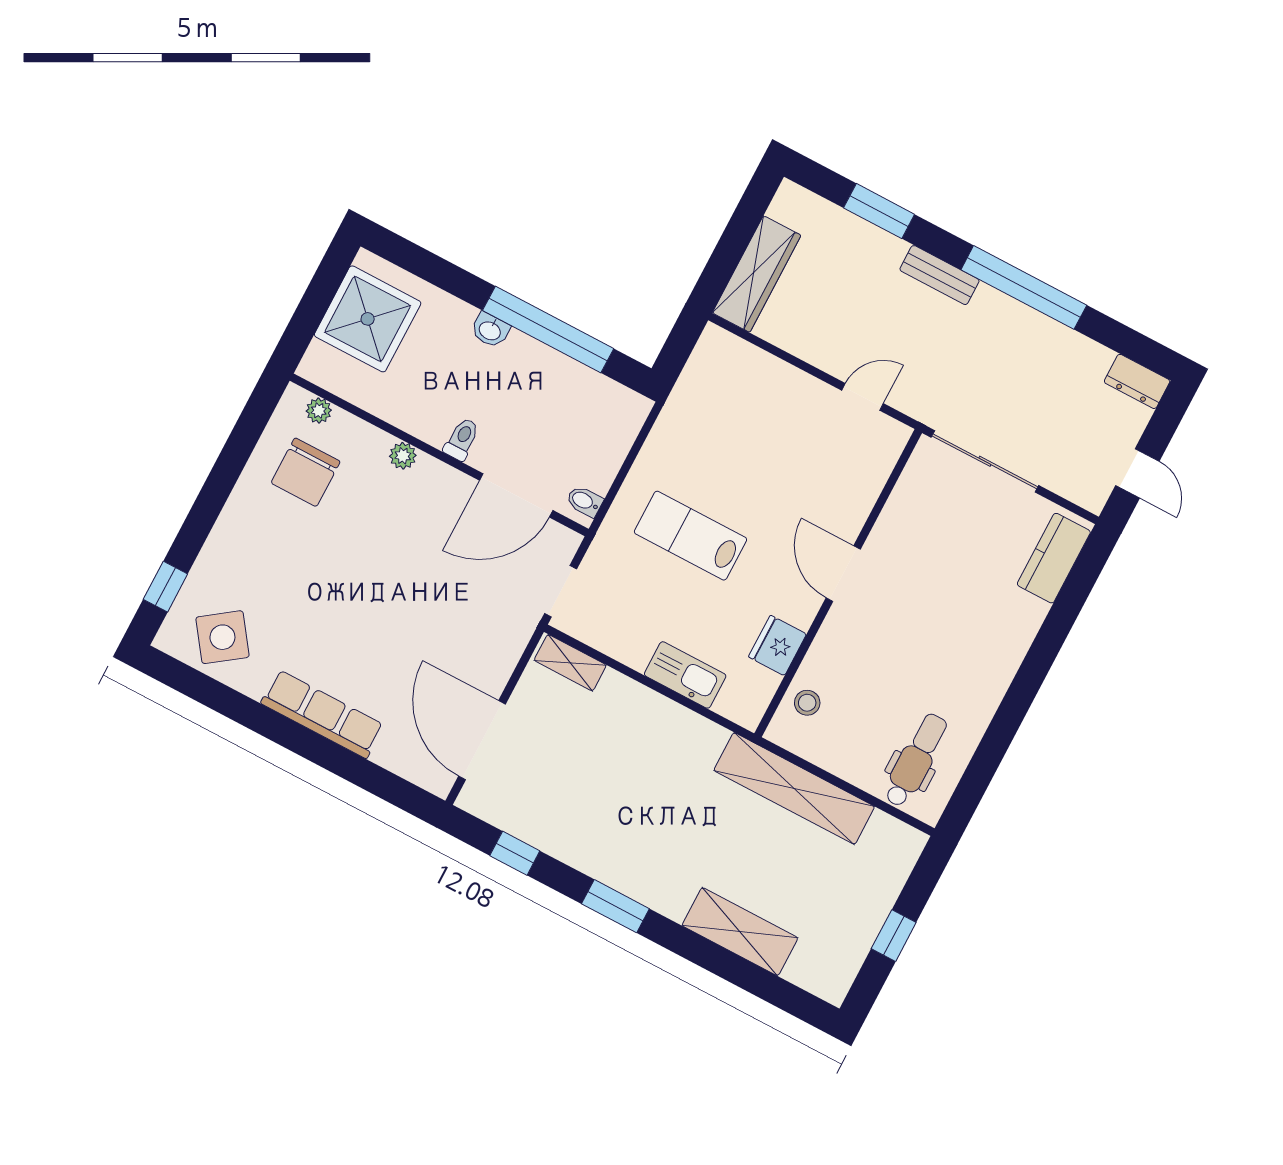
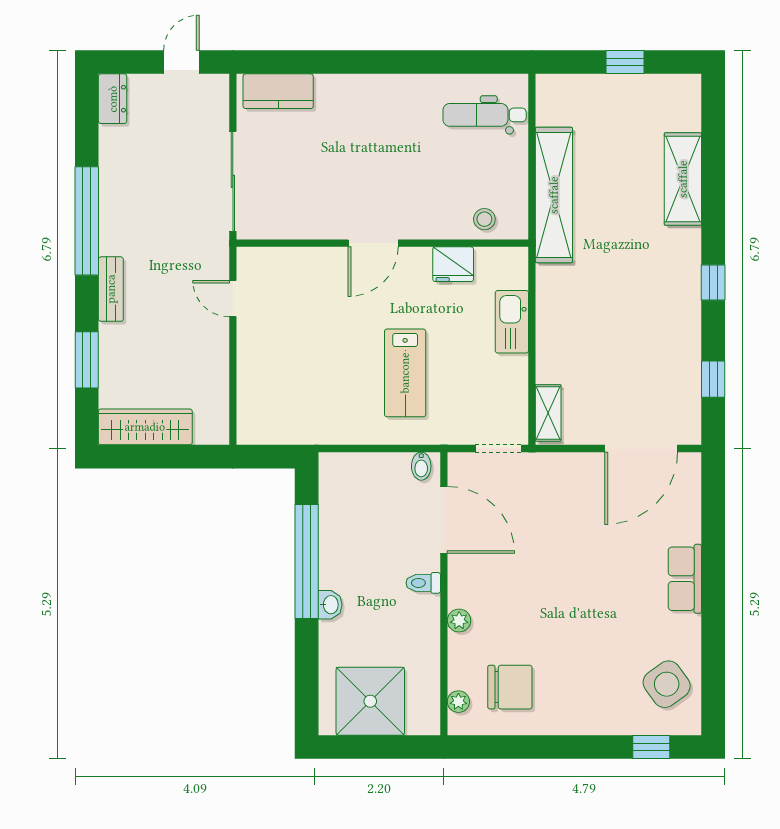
wardrobe: (757, 274) -> (145, 427), moved
row of seats: (322, 714) -> (685, 579), width x0.68
window: (615, 906) -> (713, 283), width x0.67

